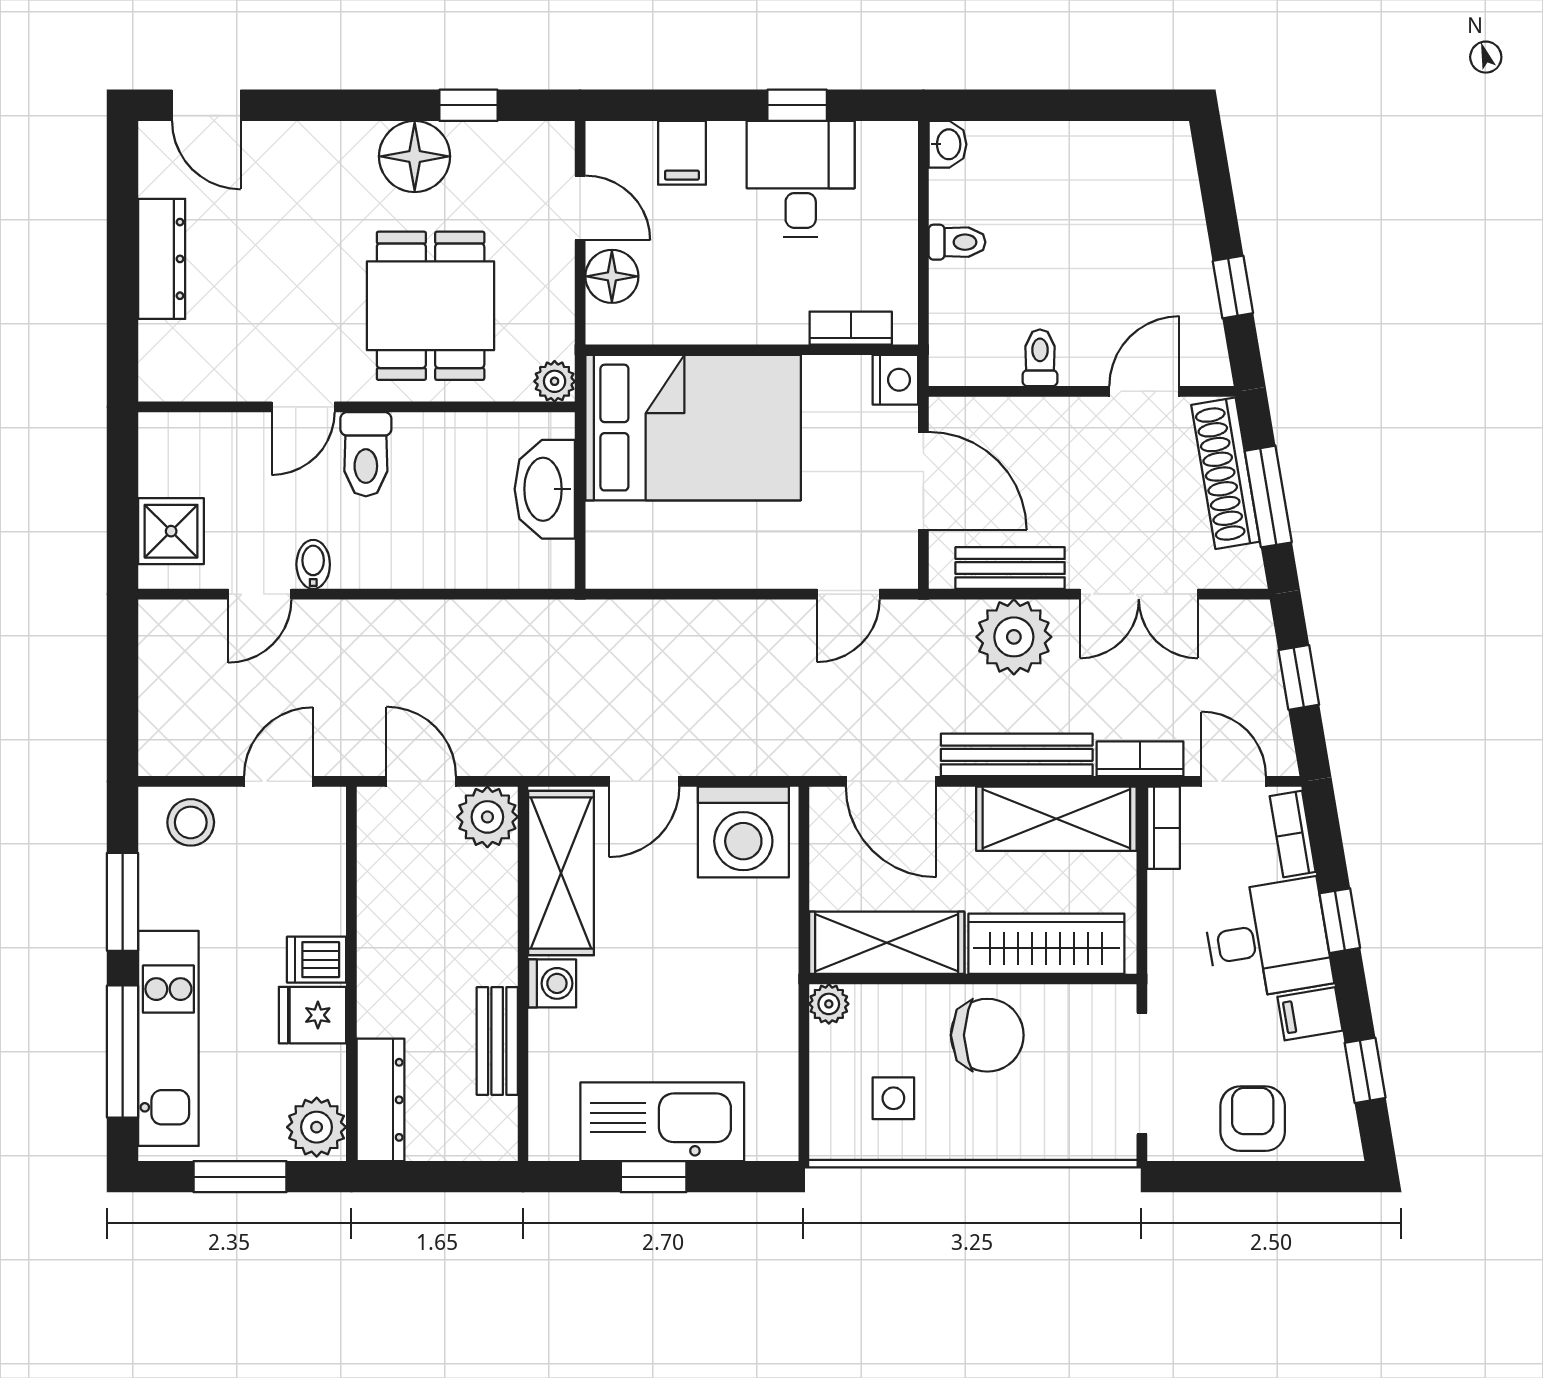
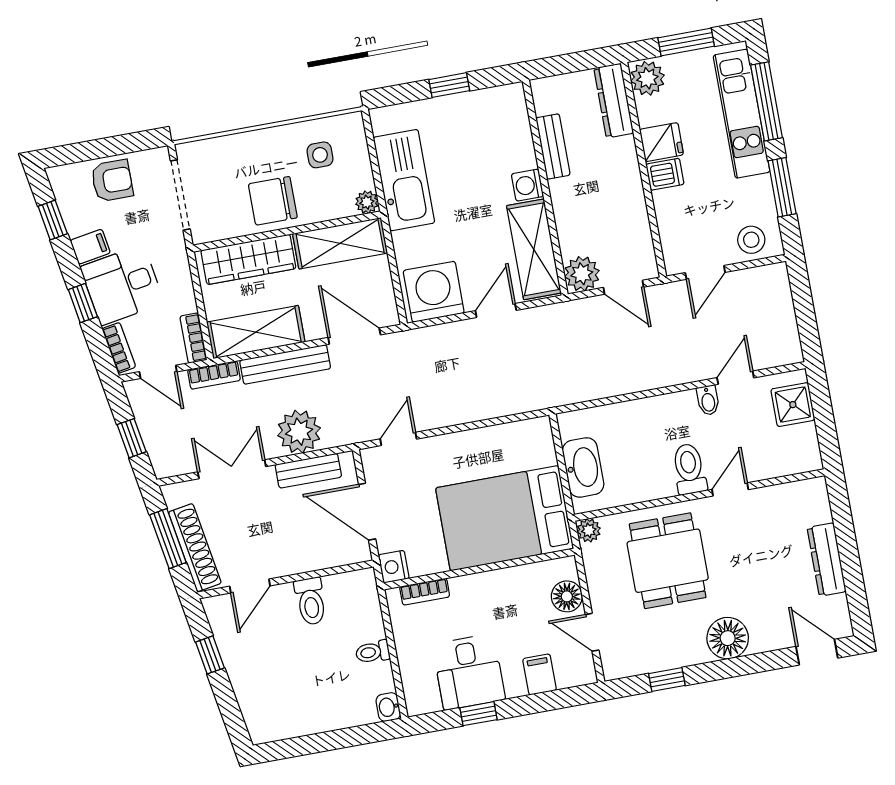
floor lamp: (415, 156) -> (728, 638), moved
toilet: (1040, 358) -> (311, 601), width x1.37, depth x1.39
armchair: (1253, 1119) -> (112, 181), turned -90
kitchen sink: (662, 1122) -> (404, 180), moved, turned -90

